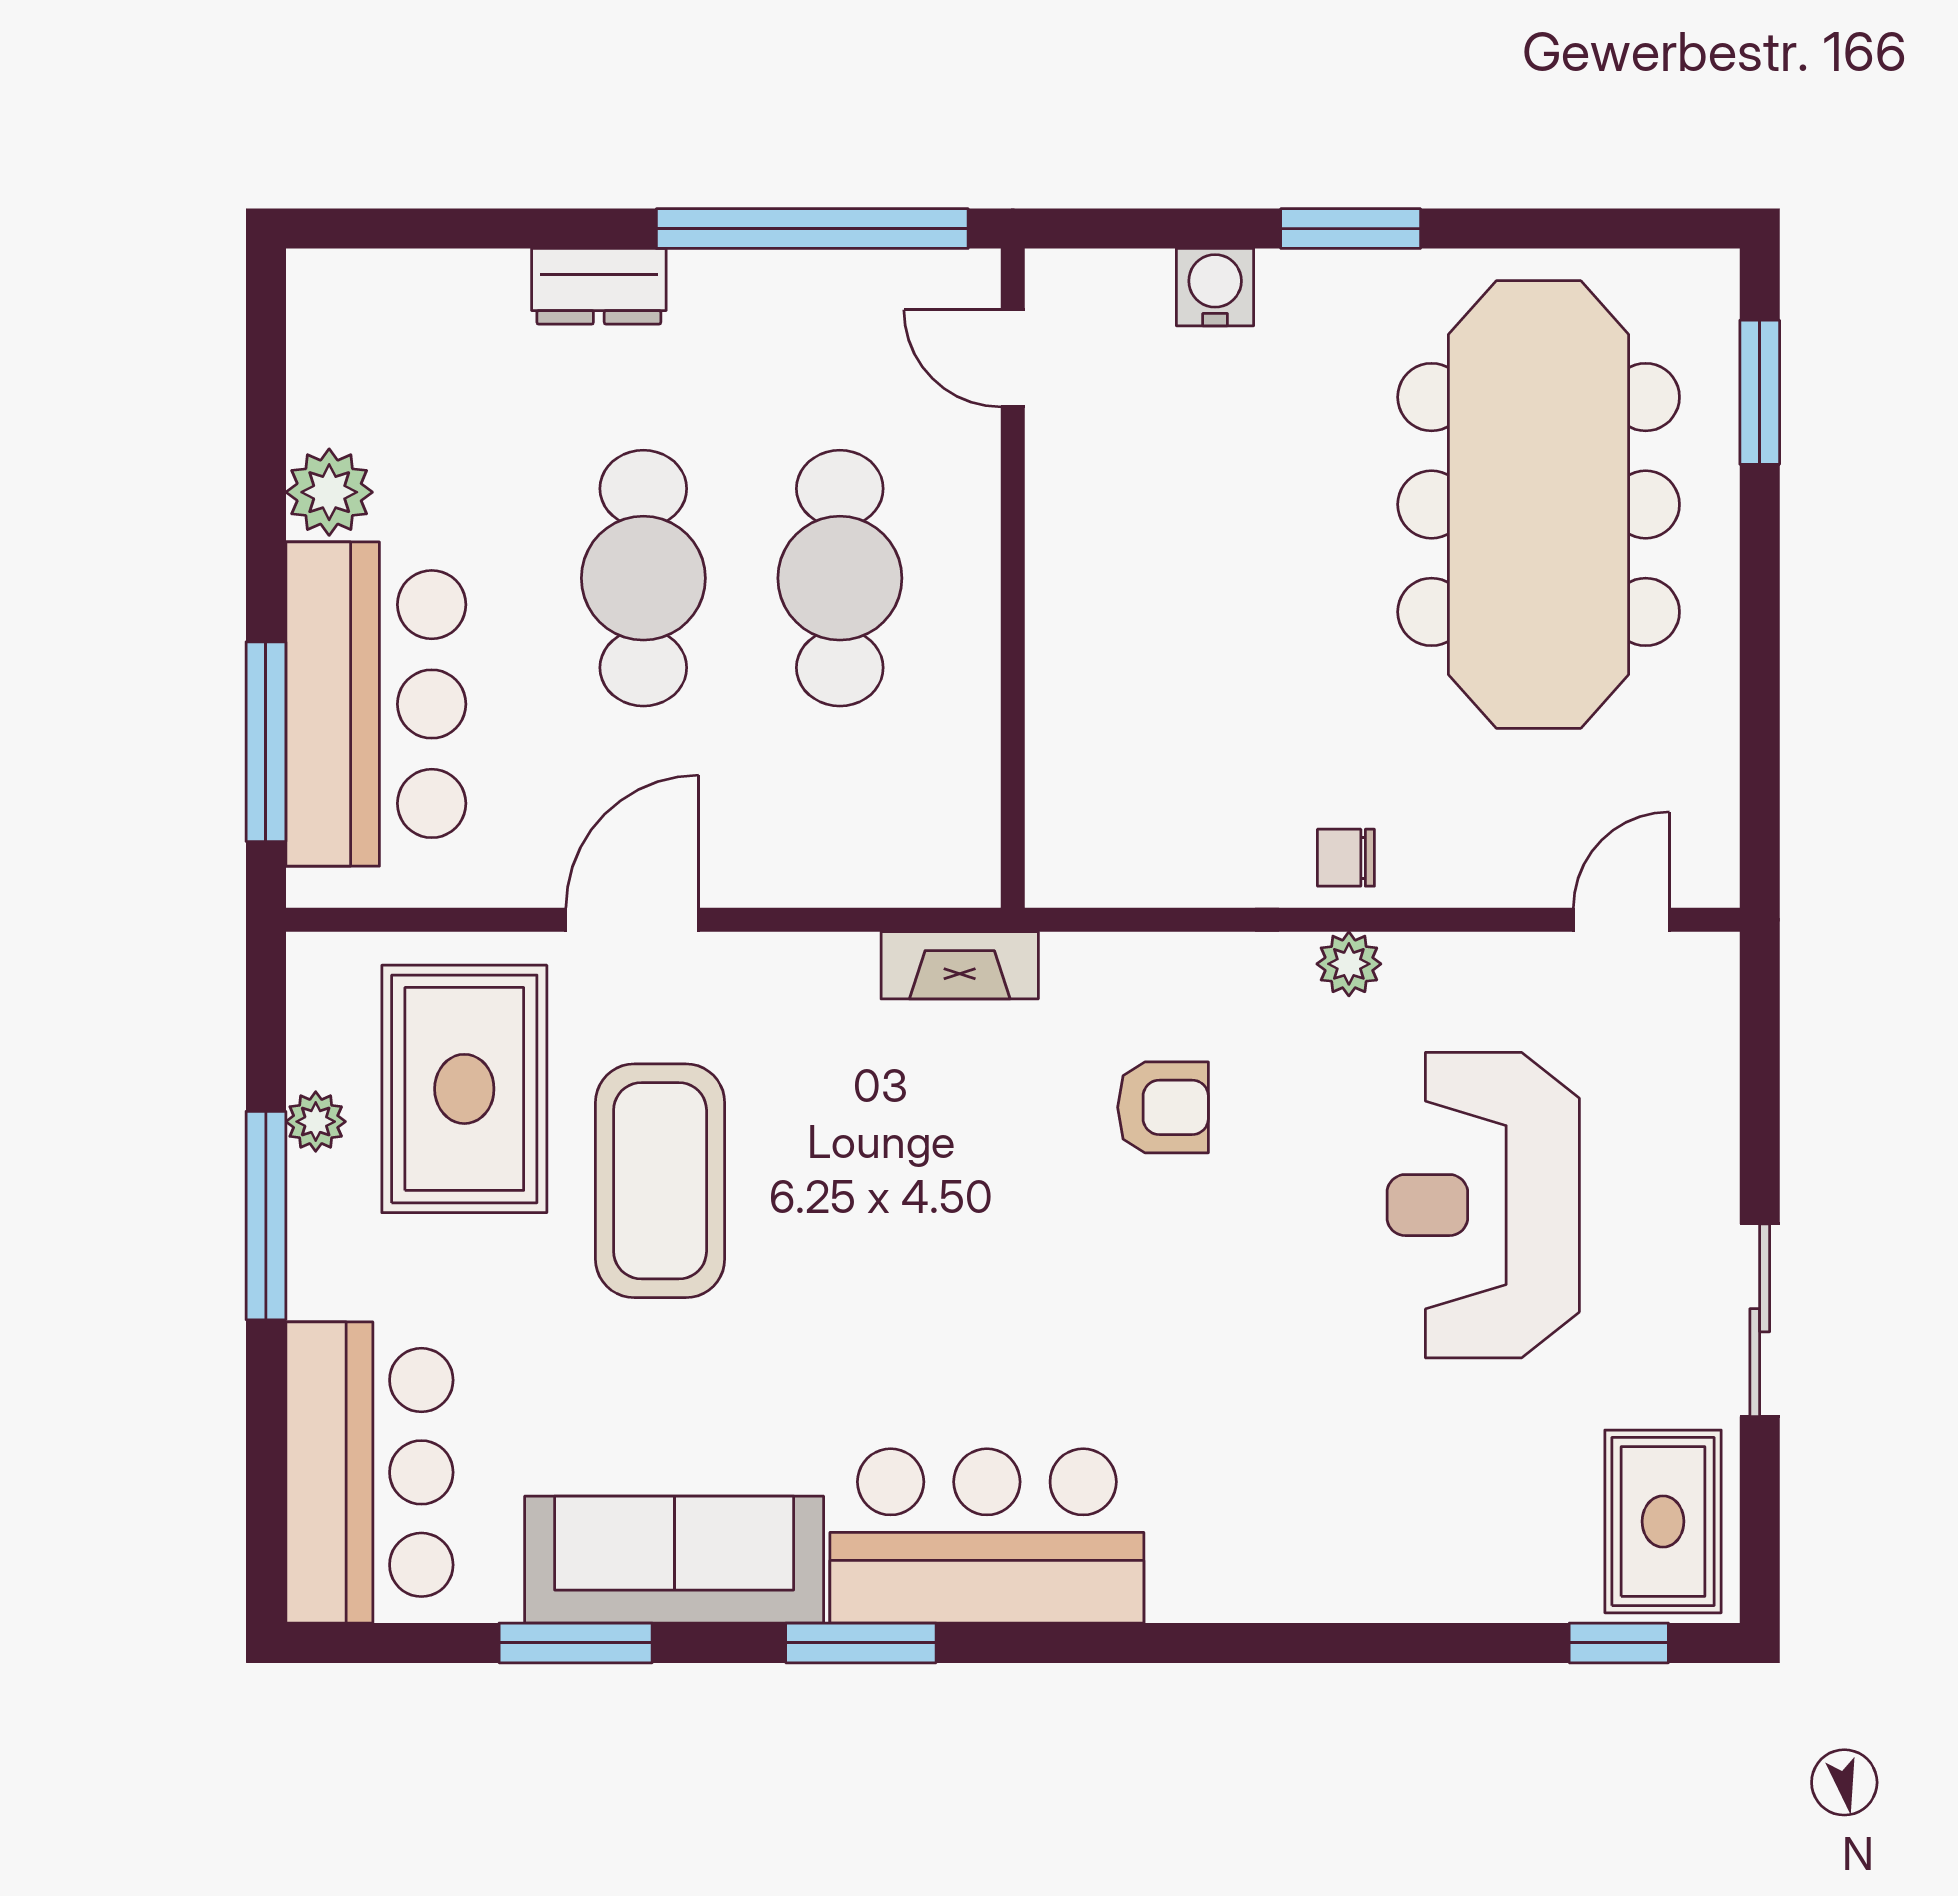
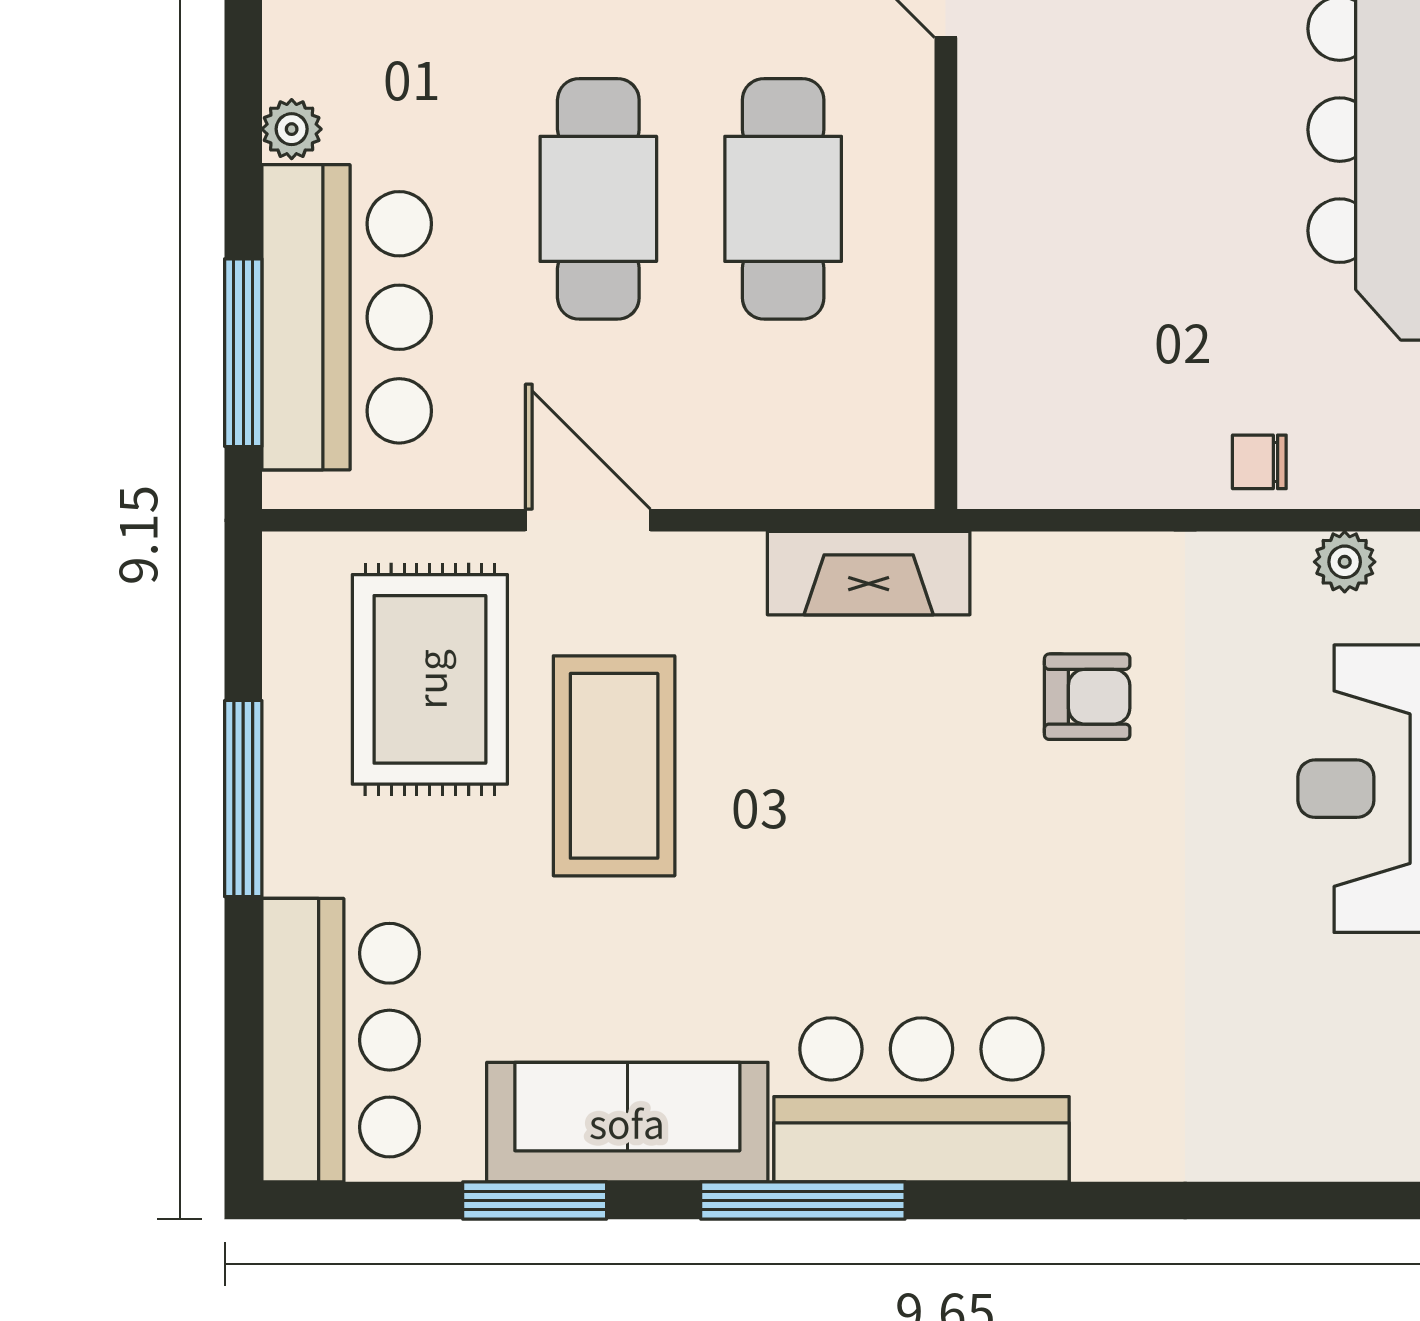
plant: (329, 492) -> (292, 129), width x0.73, depth x0.73
door: (632, 920) -> (588, 520), hinge flipped
plant: (1349, 964) -> (1345, 562), moved
fireplace: (960, 965) -> (869, 573), width x1.37, depth x1.32
plant: (316, 1122) -> (290, 710), removed
window: (861, 1643) -> (803, 1201), width x1.44

